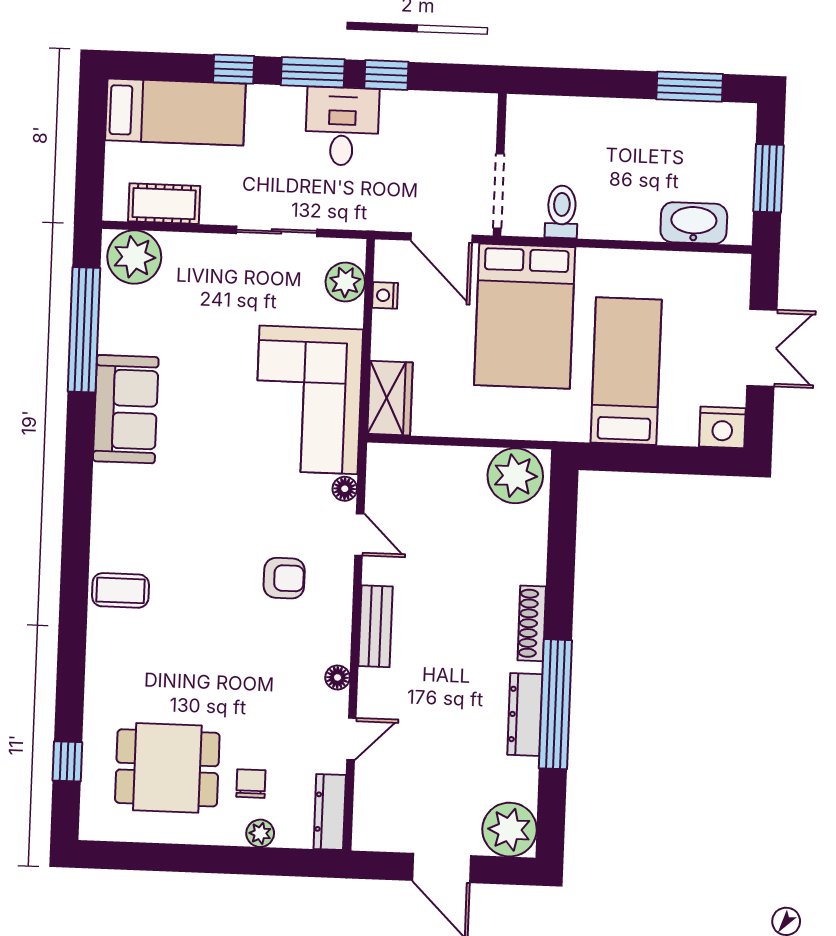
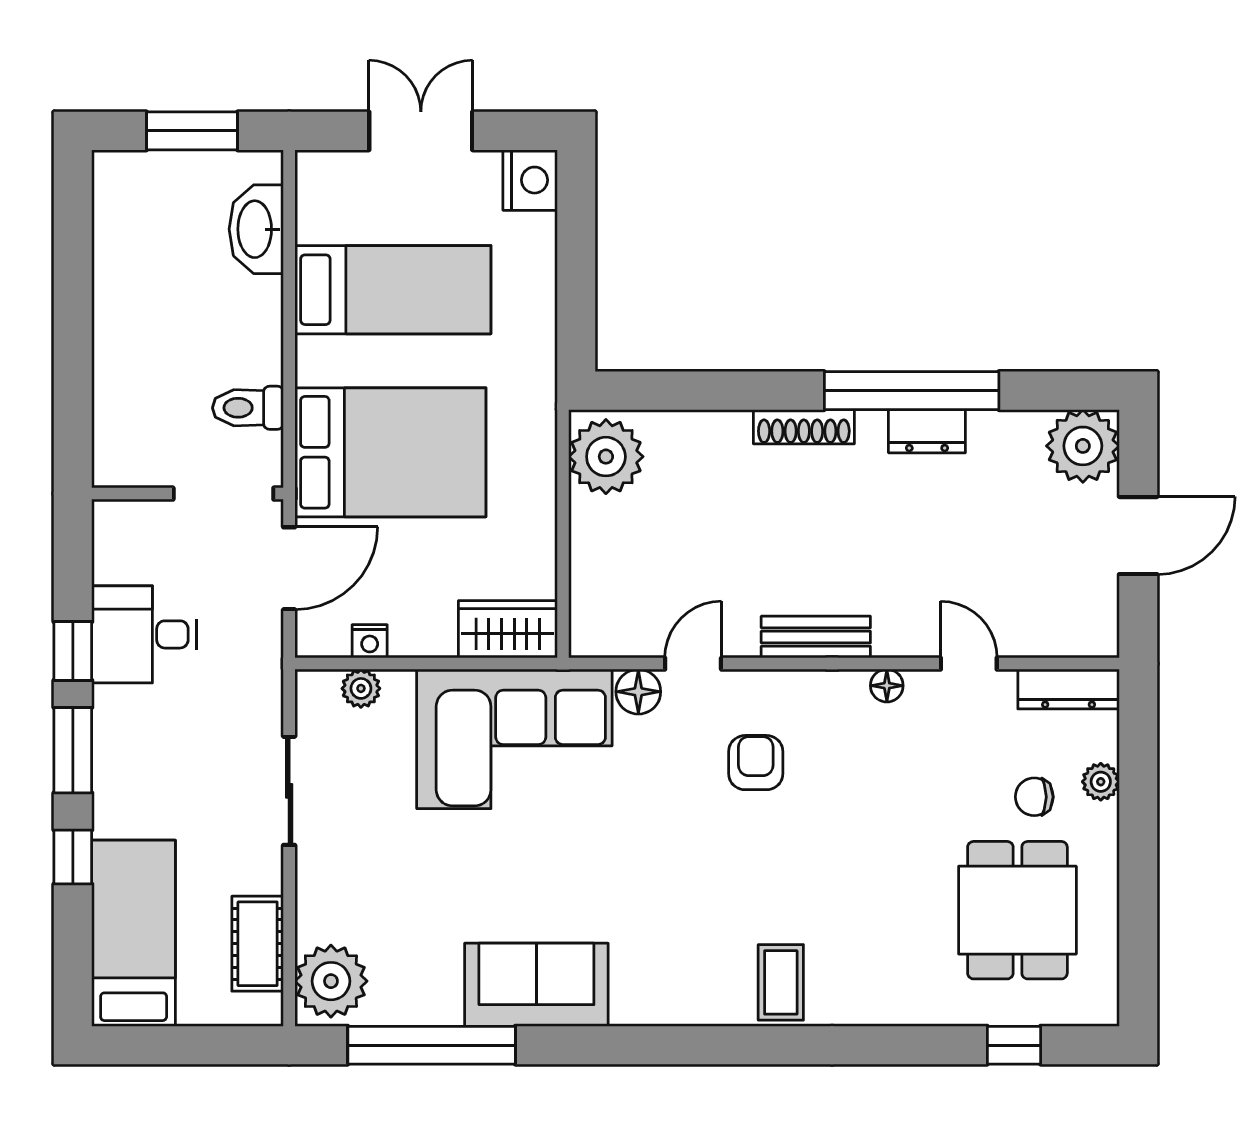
window: (690, 87) -> (73, 242), removed
desk: (342, 126) -> (144, 634), moved
plant: (345, 282) -> (361, 688), width x0.73, depth x0.73
bed: (626, 371) -> (393, 290), moved, turned 180
floor lamp: (345, 489) -> (638, 692), width x1.37, depth x1.37
dresser: (525, 714) -> (927, 431), width x0.70

